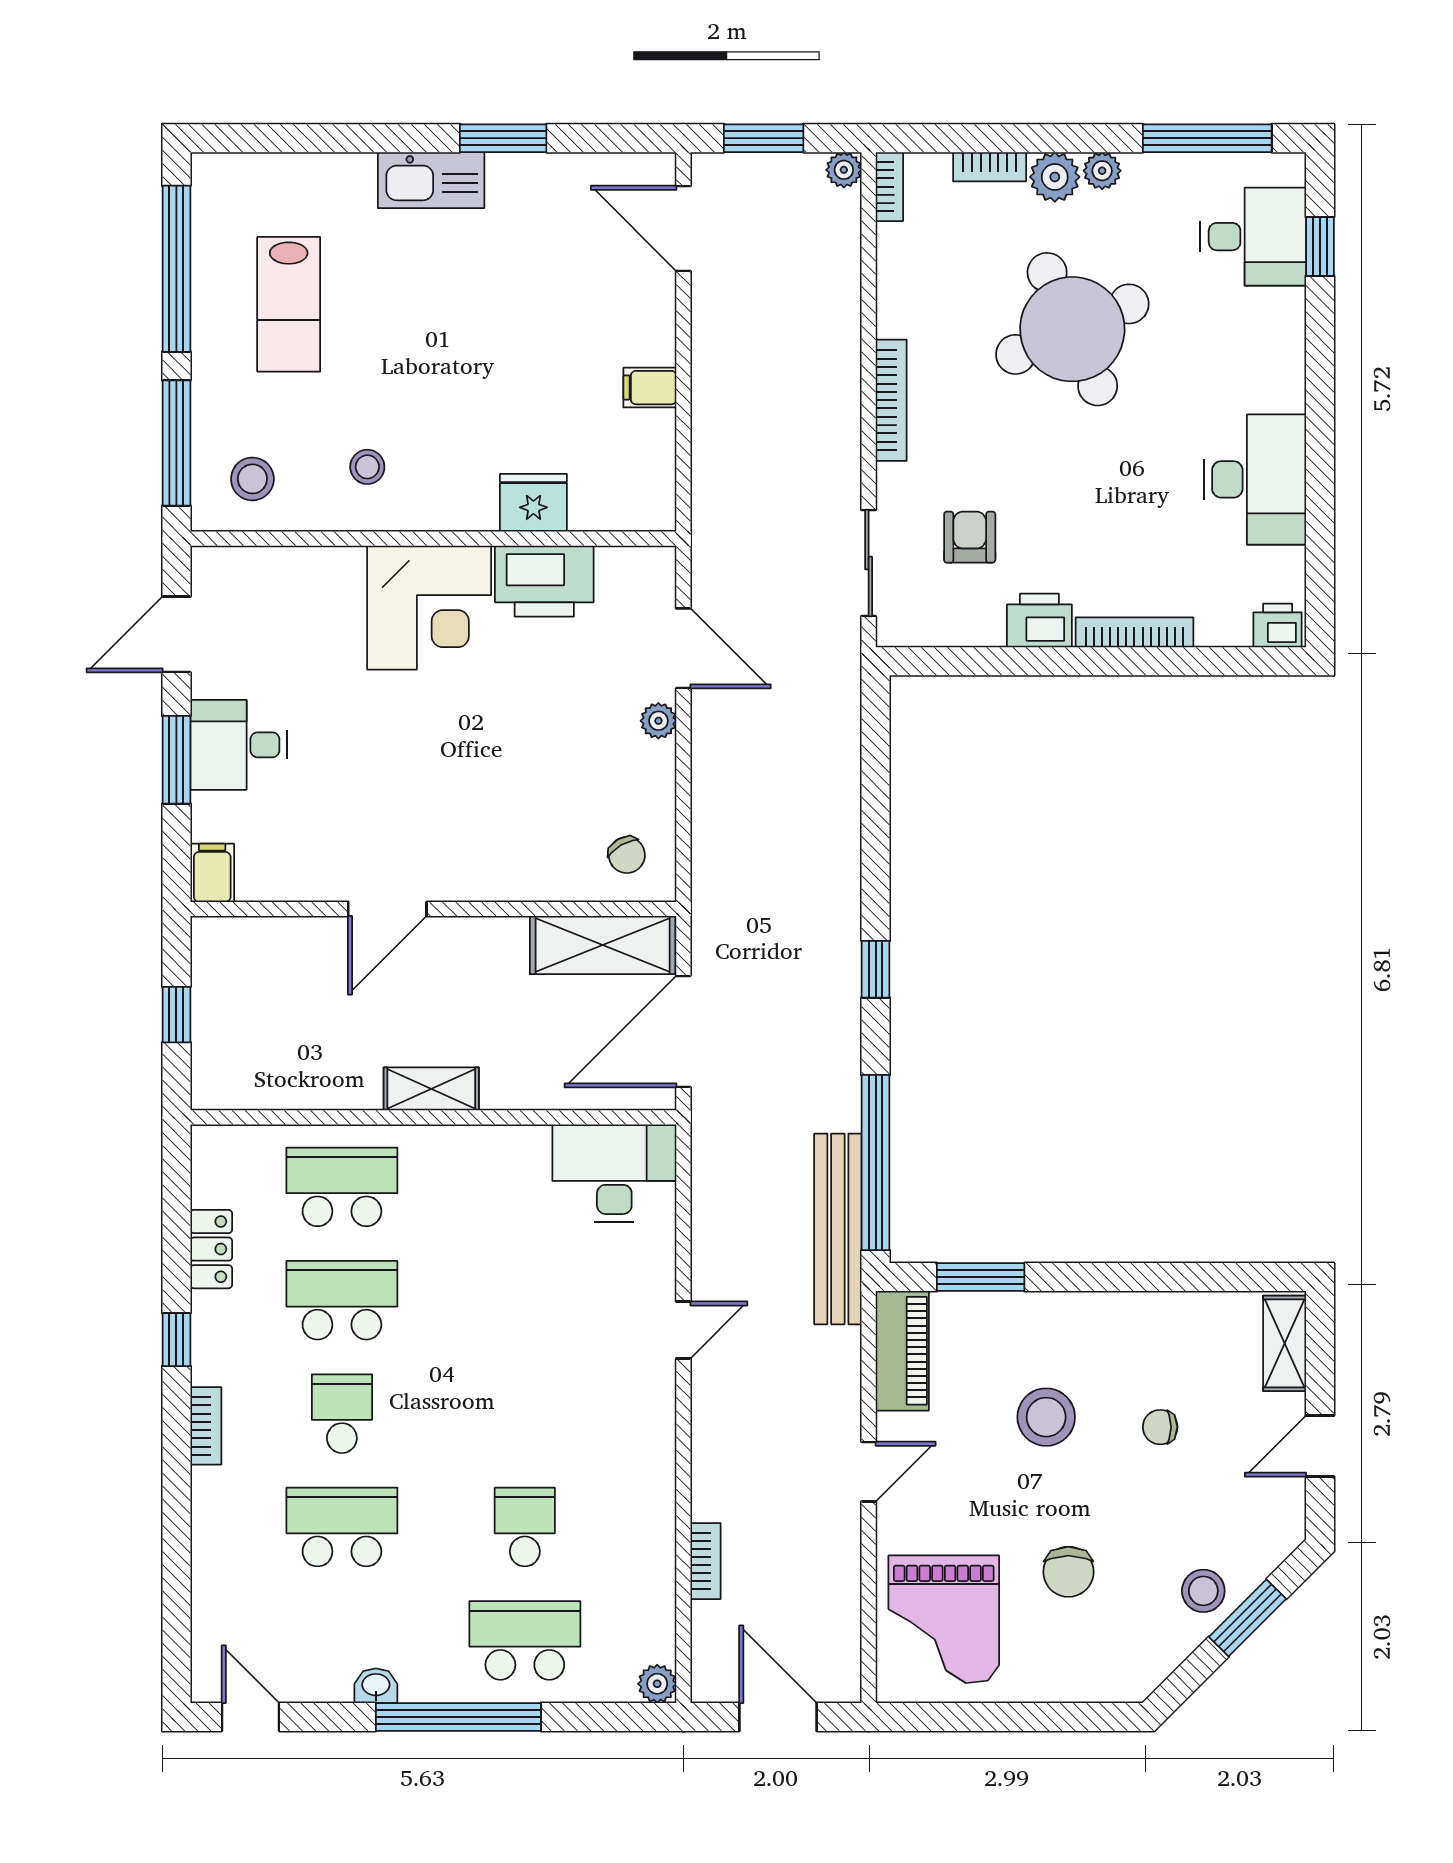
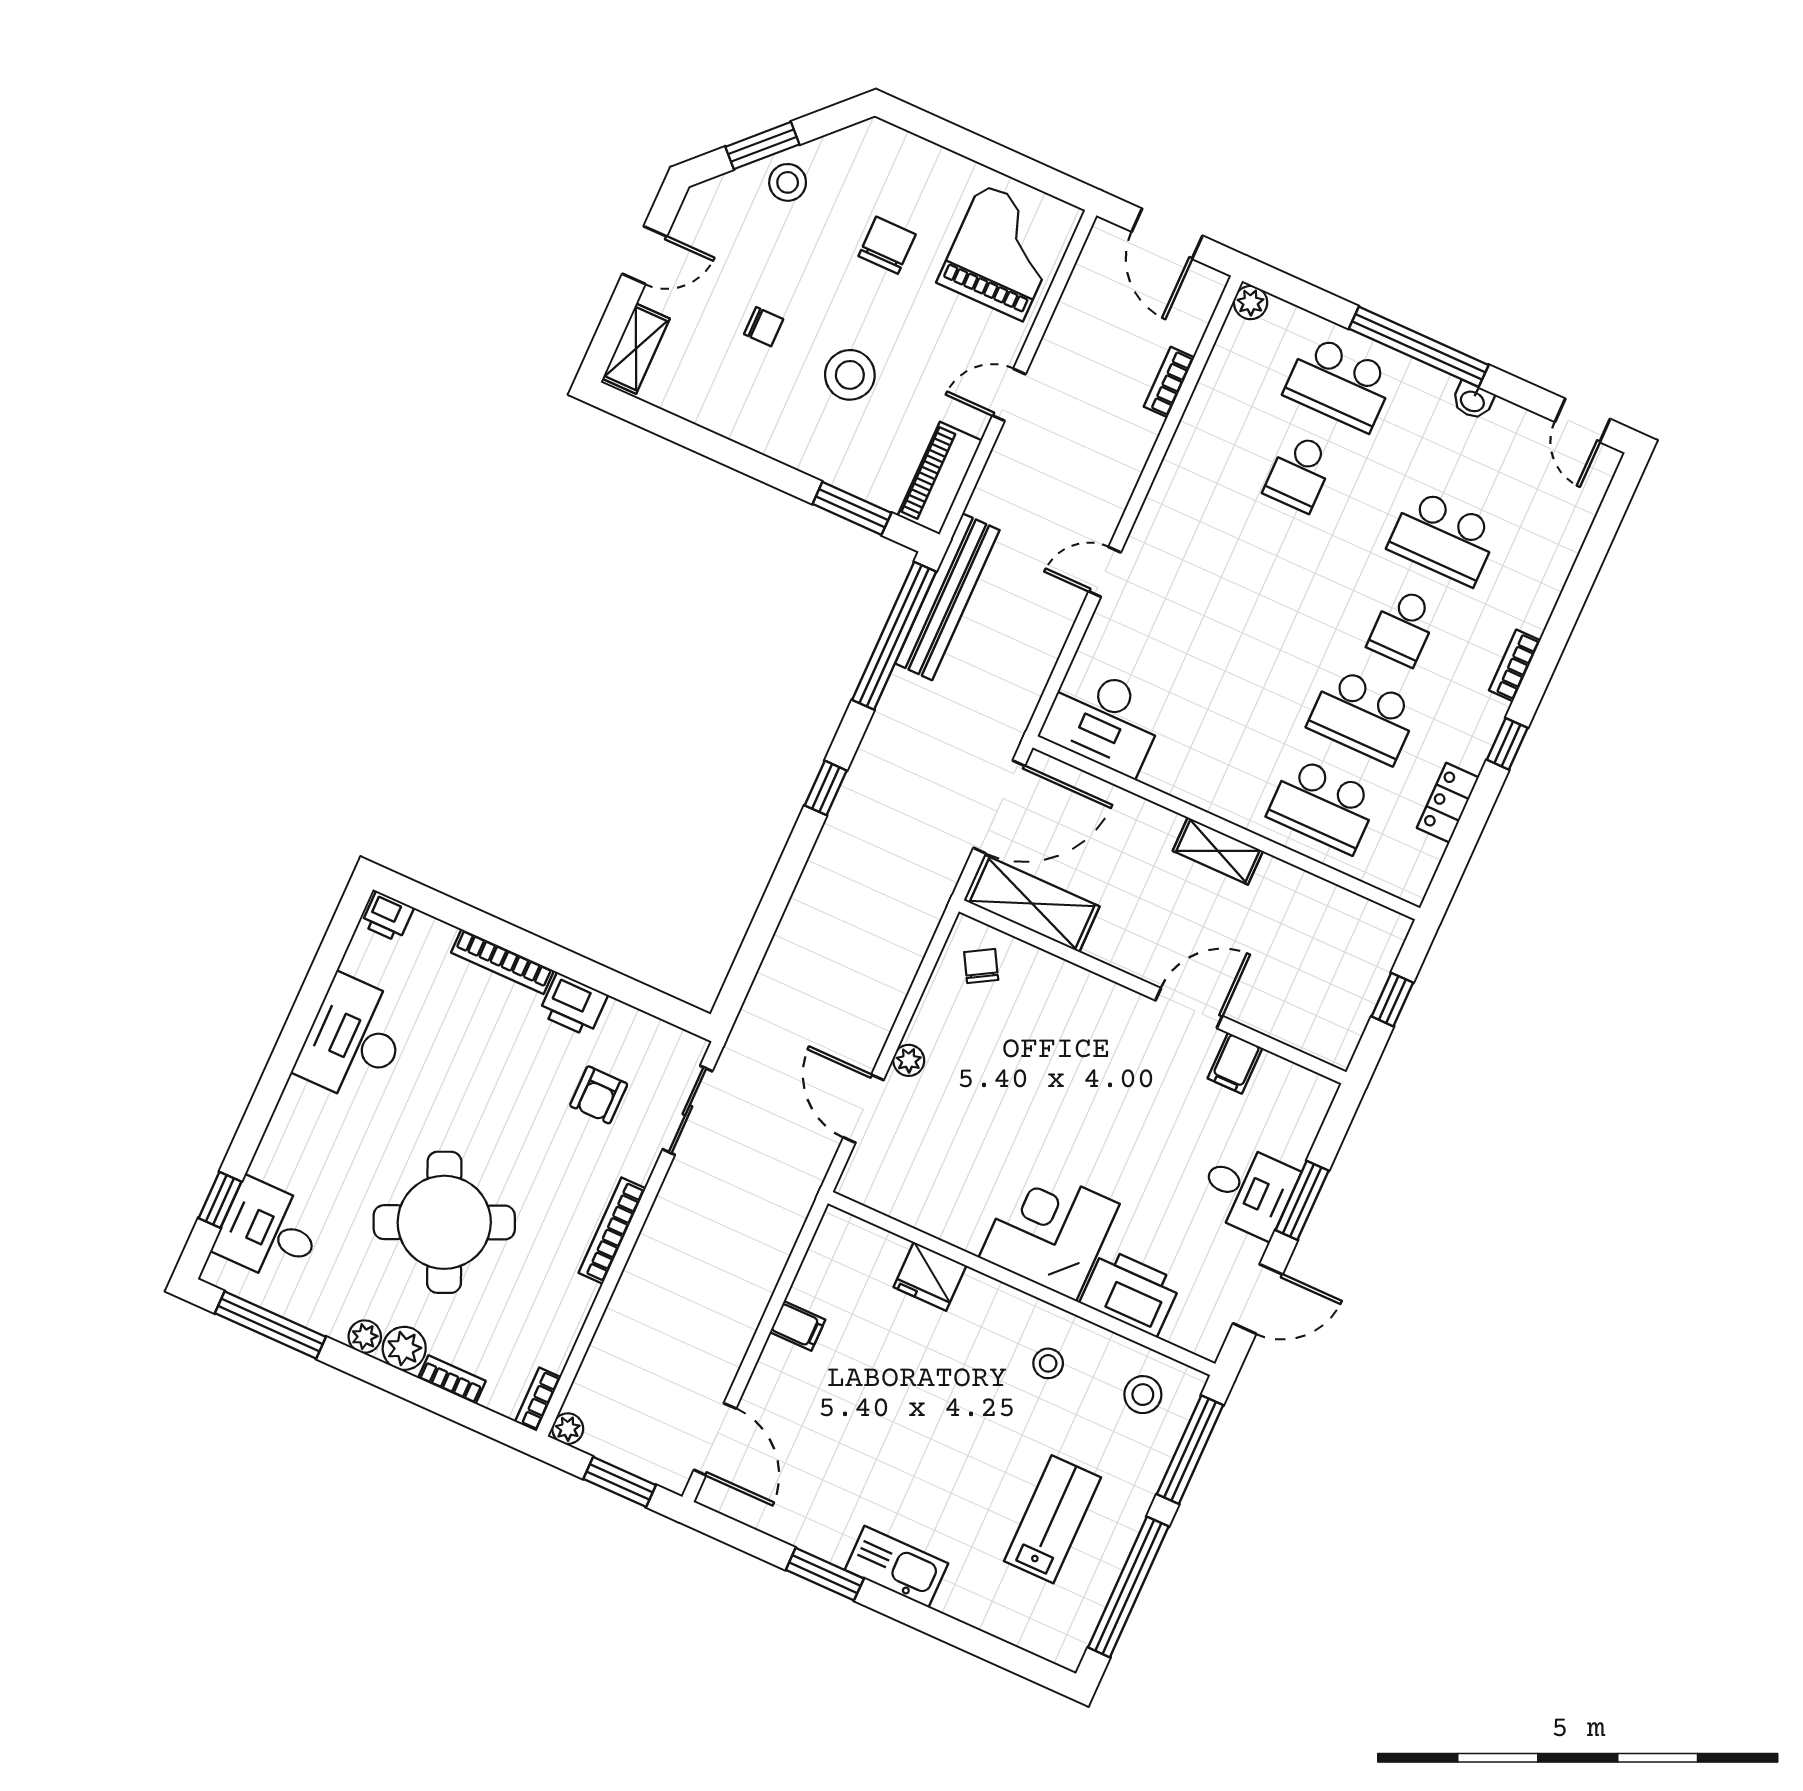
printer: (544, 581) -> (1130, 1292), moved
filing cabinet: (212, 873) -> (1235, 1063), moved

